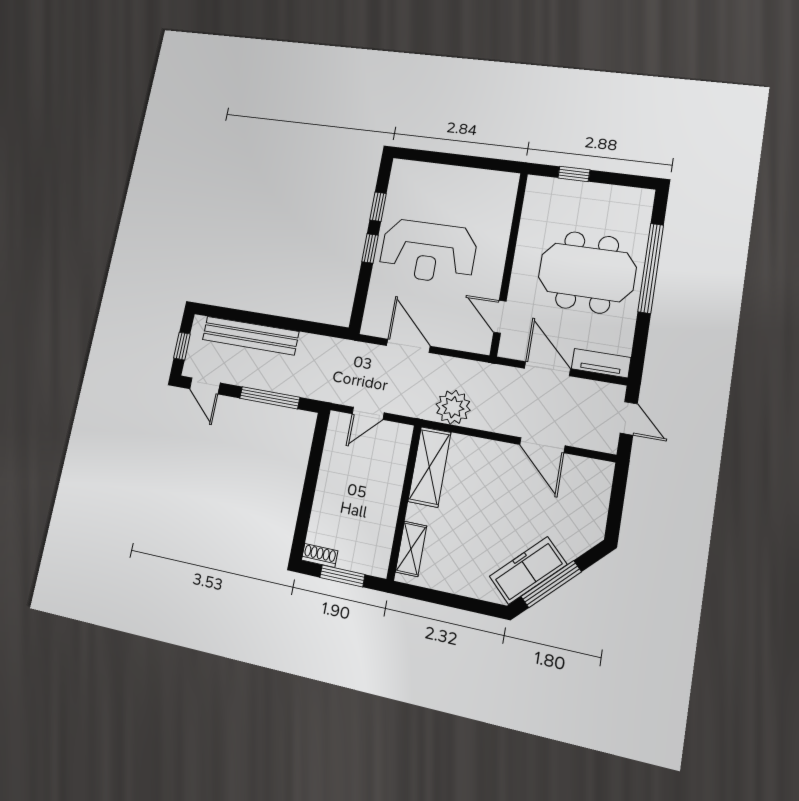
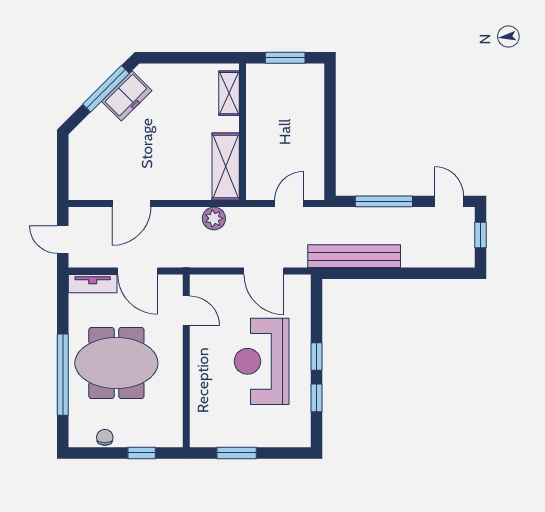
window: (471, 162) -> (237, 453), added
chair: (613, 195) -> (105, 437), added
reception desk: (428, 252) -> (262, 361), turned -90
bench: (250, 336) -> (354, 256), moved
plant: (453, 407) -> (214, 218), width x0.73, depth x0.73
door: (542, 445) -> (131, 204), swing flipped
shoe rack: (320, 555) -> (309, 71), removed
freezer: (528, 570) -> (127, 96), width x0.71

